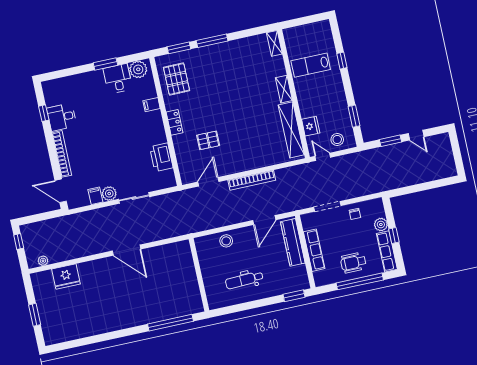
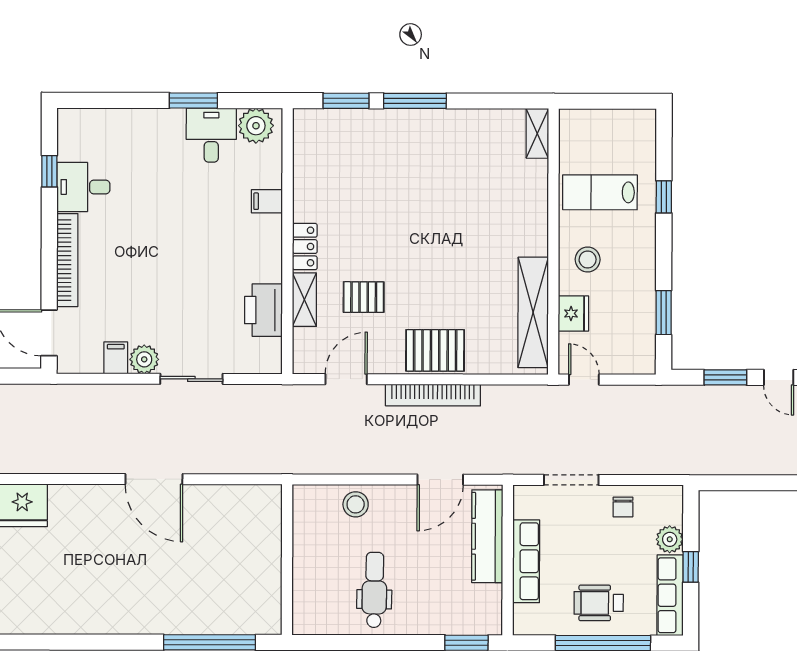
pallet: (176, 79) -> (435, 350), moved, turned 90
shelving: (284, 89) -> (304, 300), moved
stool: (337, 139) -> (588, 259), moved
dental chair: (244, 280) -> (374, 590), turned 93

